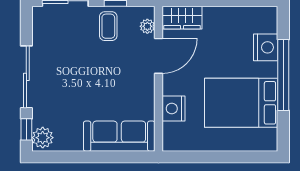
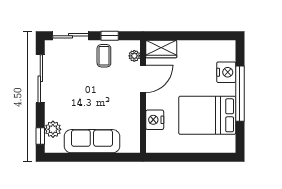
sliding door: (26, 77) -> (40, 79), moved
sofa: (119, 136) -> (92, 141), moved
plant: (43, 138) -> (53, 129), moved

